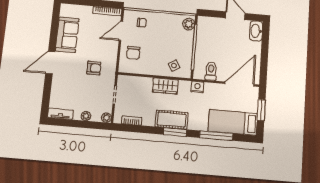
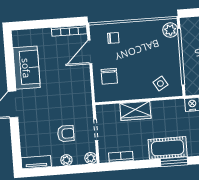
armchair: (94, 68) -> (66, 134), moved
wardrobe: (165, 86) -> (135, 111), moved

